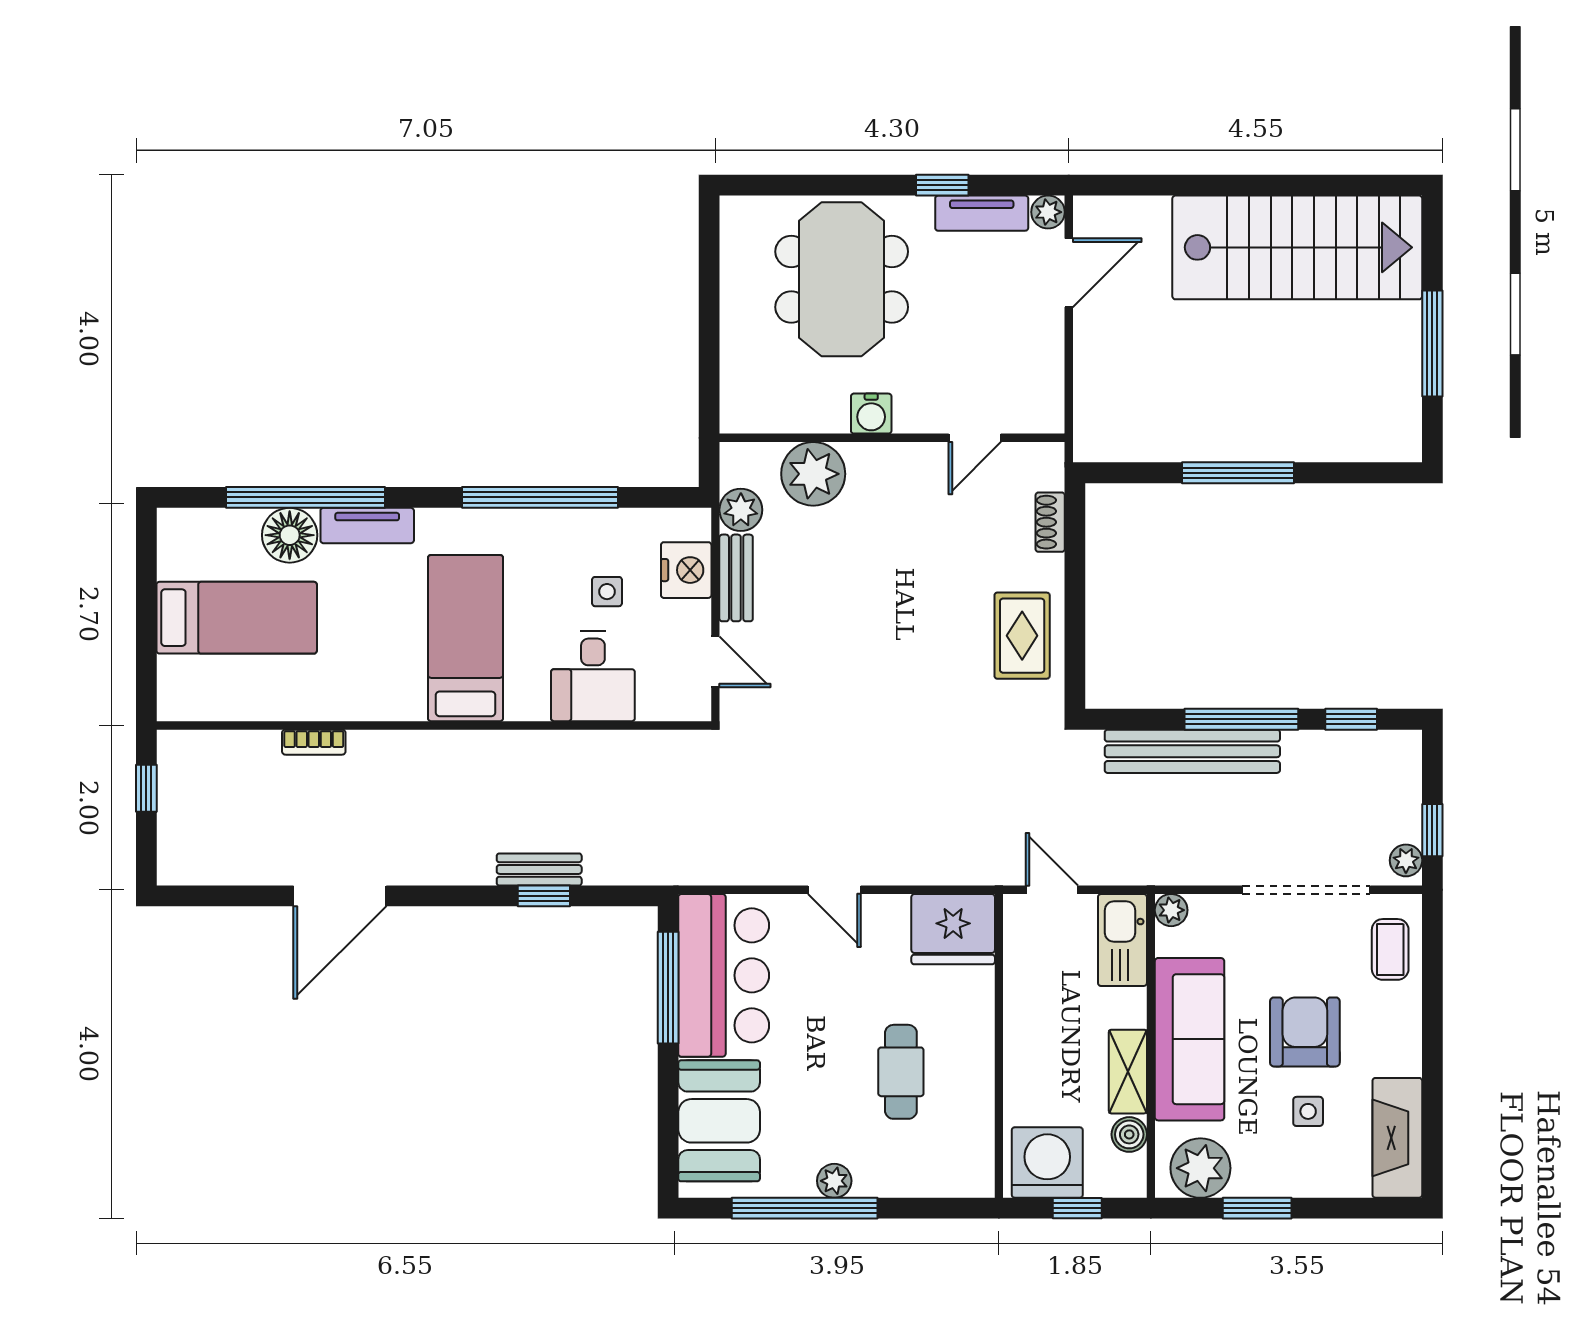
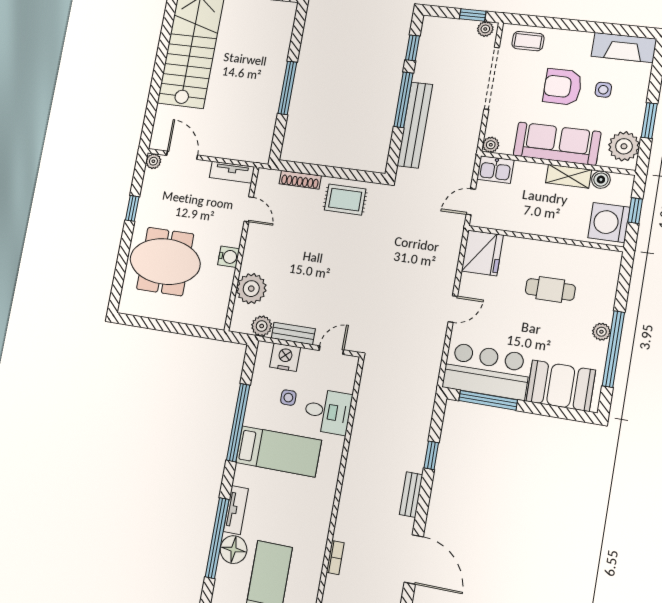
tv unit: (982, 213) -> (232, 172), moved, turned 90
shoe rack: (1050, 522) -> (300, 180), width x1.43
bed: (465, 638) -> (278, 451), moved, turned 180
bench: (539, 869) -> (411, 495), moved
kitchen sink: (1122, 940) -> (495, 170), width x0.73

